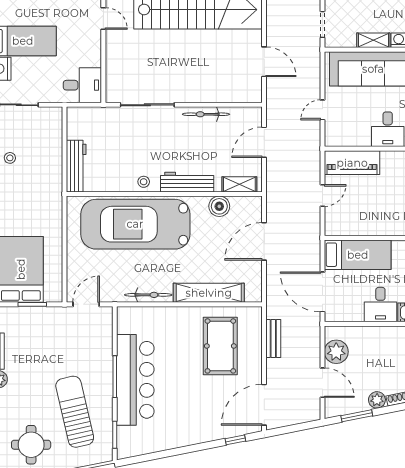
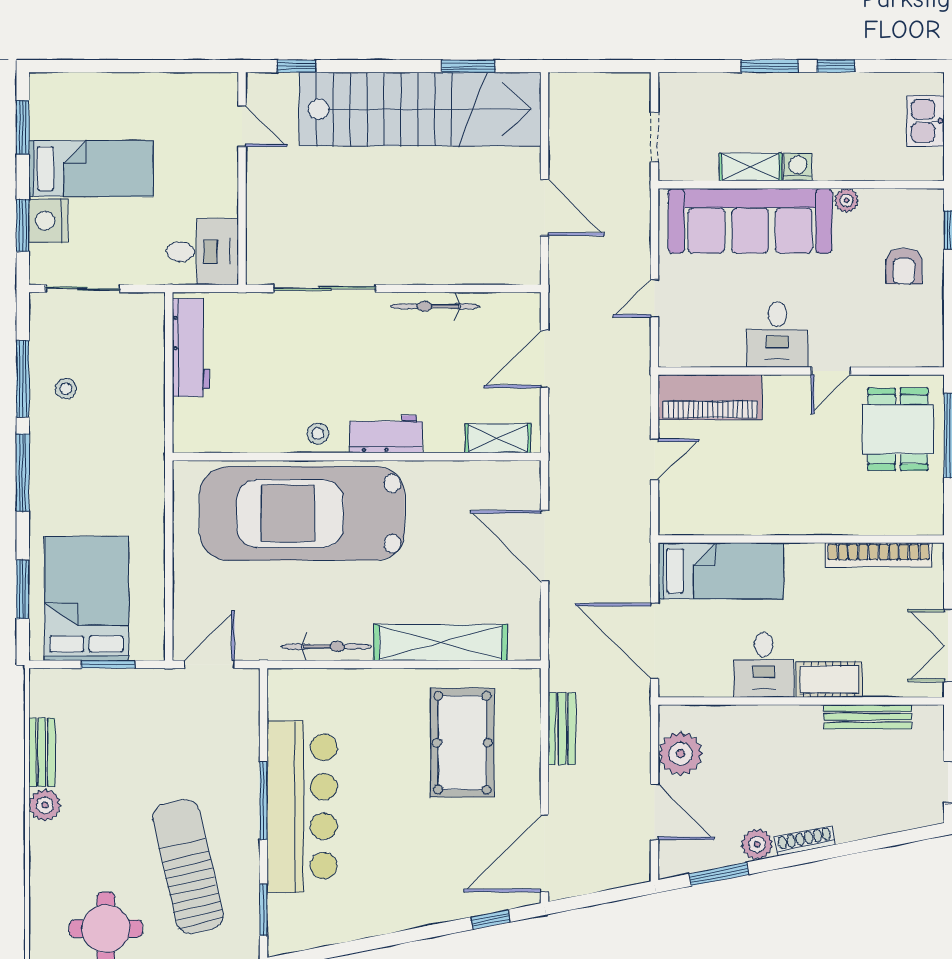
workbench: (76, 166) -> (191, 348), moved
workbench: (187, 182) -> (386, 434), width x0.73
boiler: (219, 206) -> (460, 480), removed
door: (264, 241) -> (545, 546), hinge flipped

